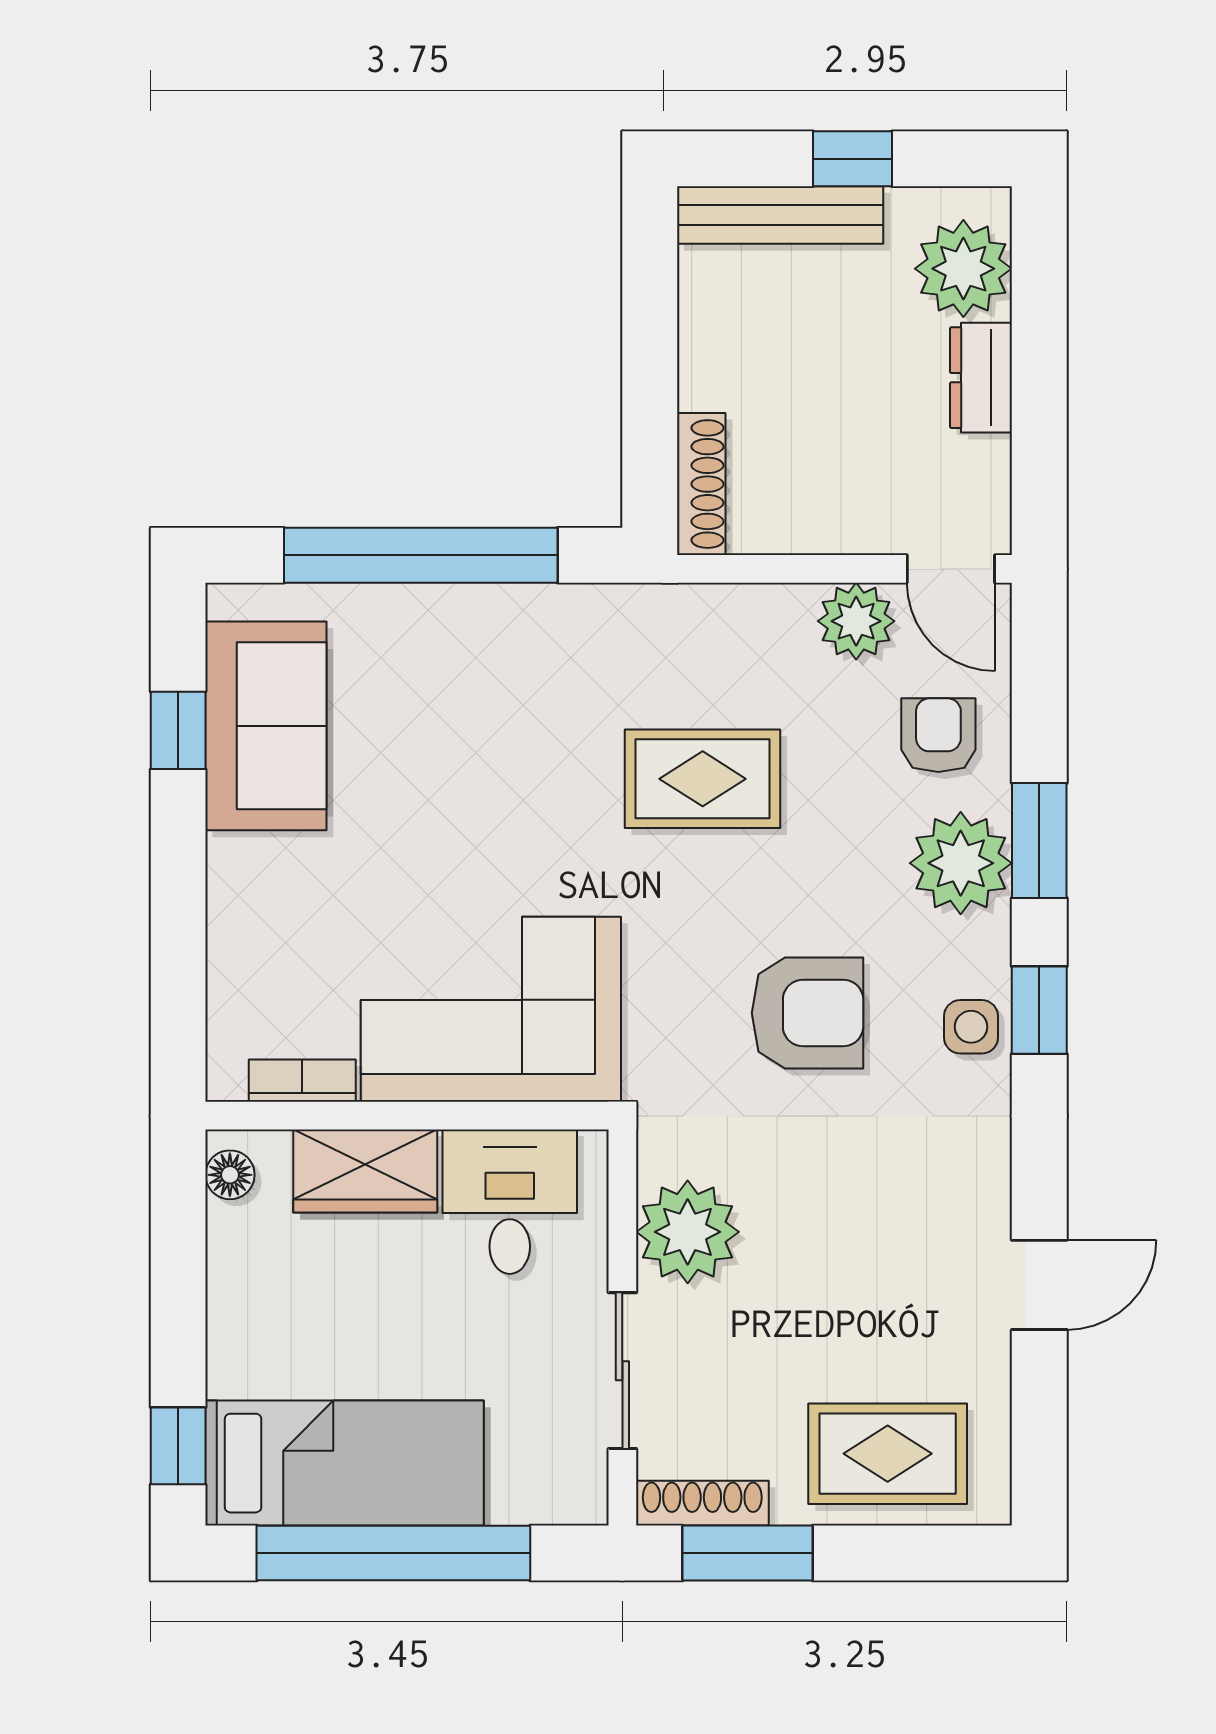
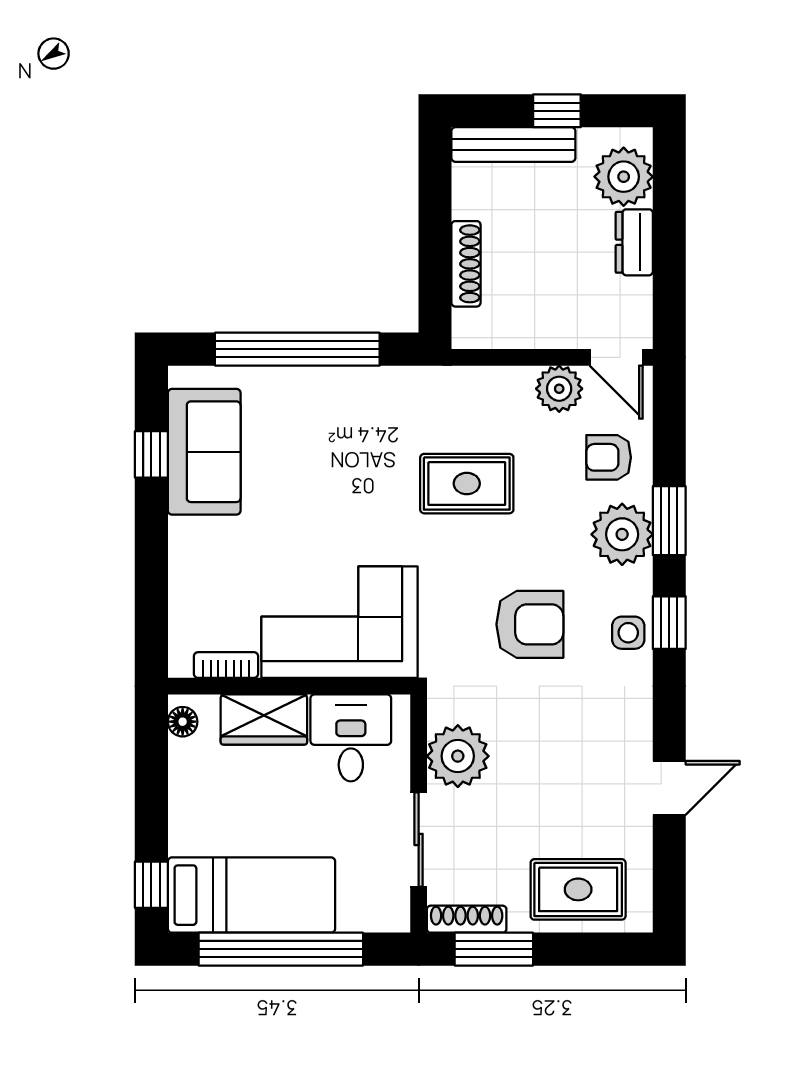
shoe rack: (701, 484) -> (466, 264), moved
armchair: (938, 735) -> (609, 457), turned -90

